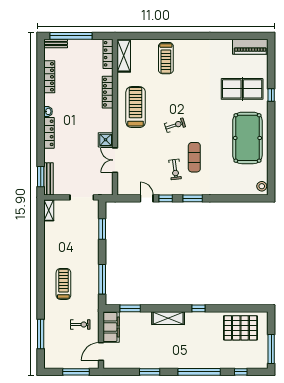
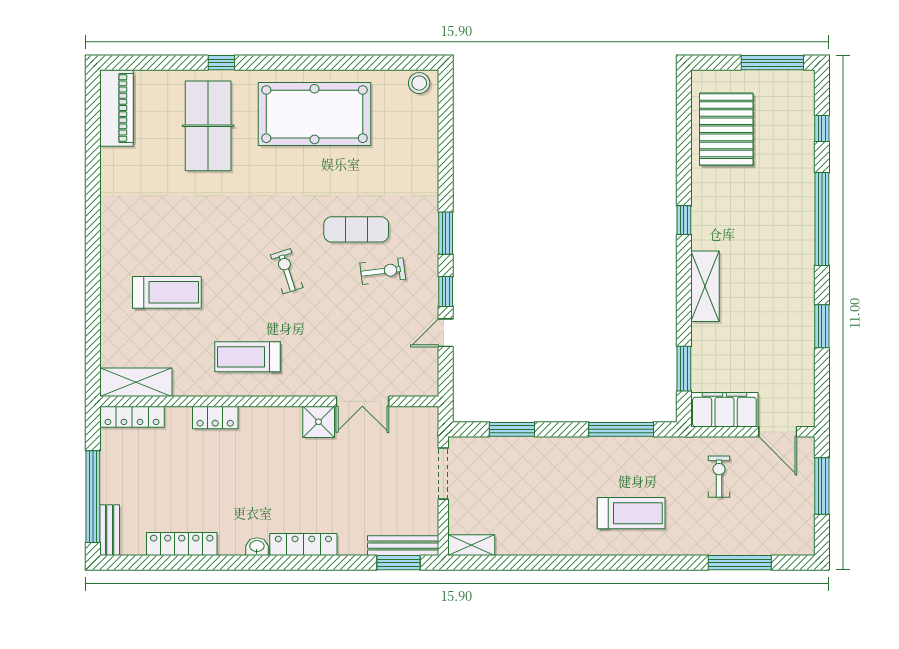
treadmill: (166, 58) -> (167, 292), moved
locker: (108, 92) -> (215, 417), width x0.66
treadmill: (136, 107) -> (247, 357), width x0.73, depth x0.73
treadmill: (63, 284) -> (631, 513), turned 180

